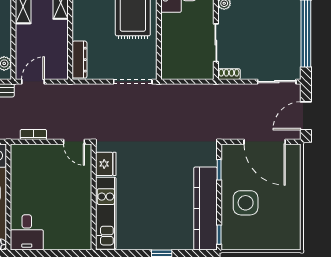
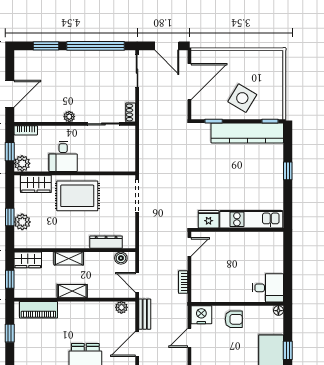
dresser: (79, 60) -> (106, 242), moved
boiler: (61, 63) -> (121, 258), added
side table: (246, 203) -> (242, 98), turned 31

